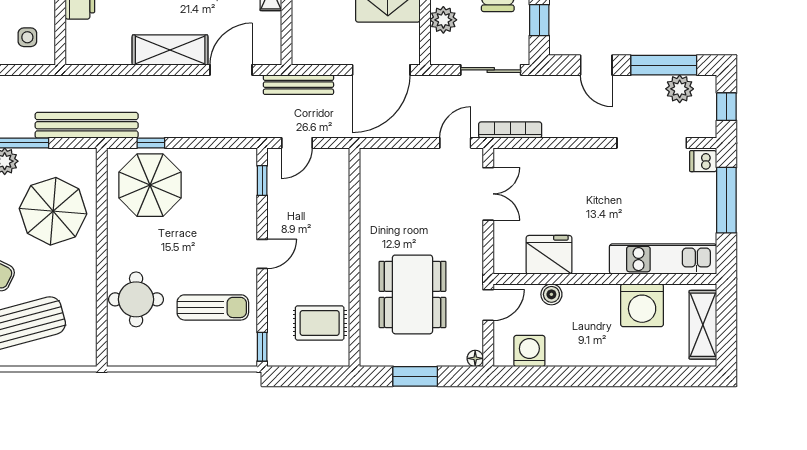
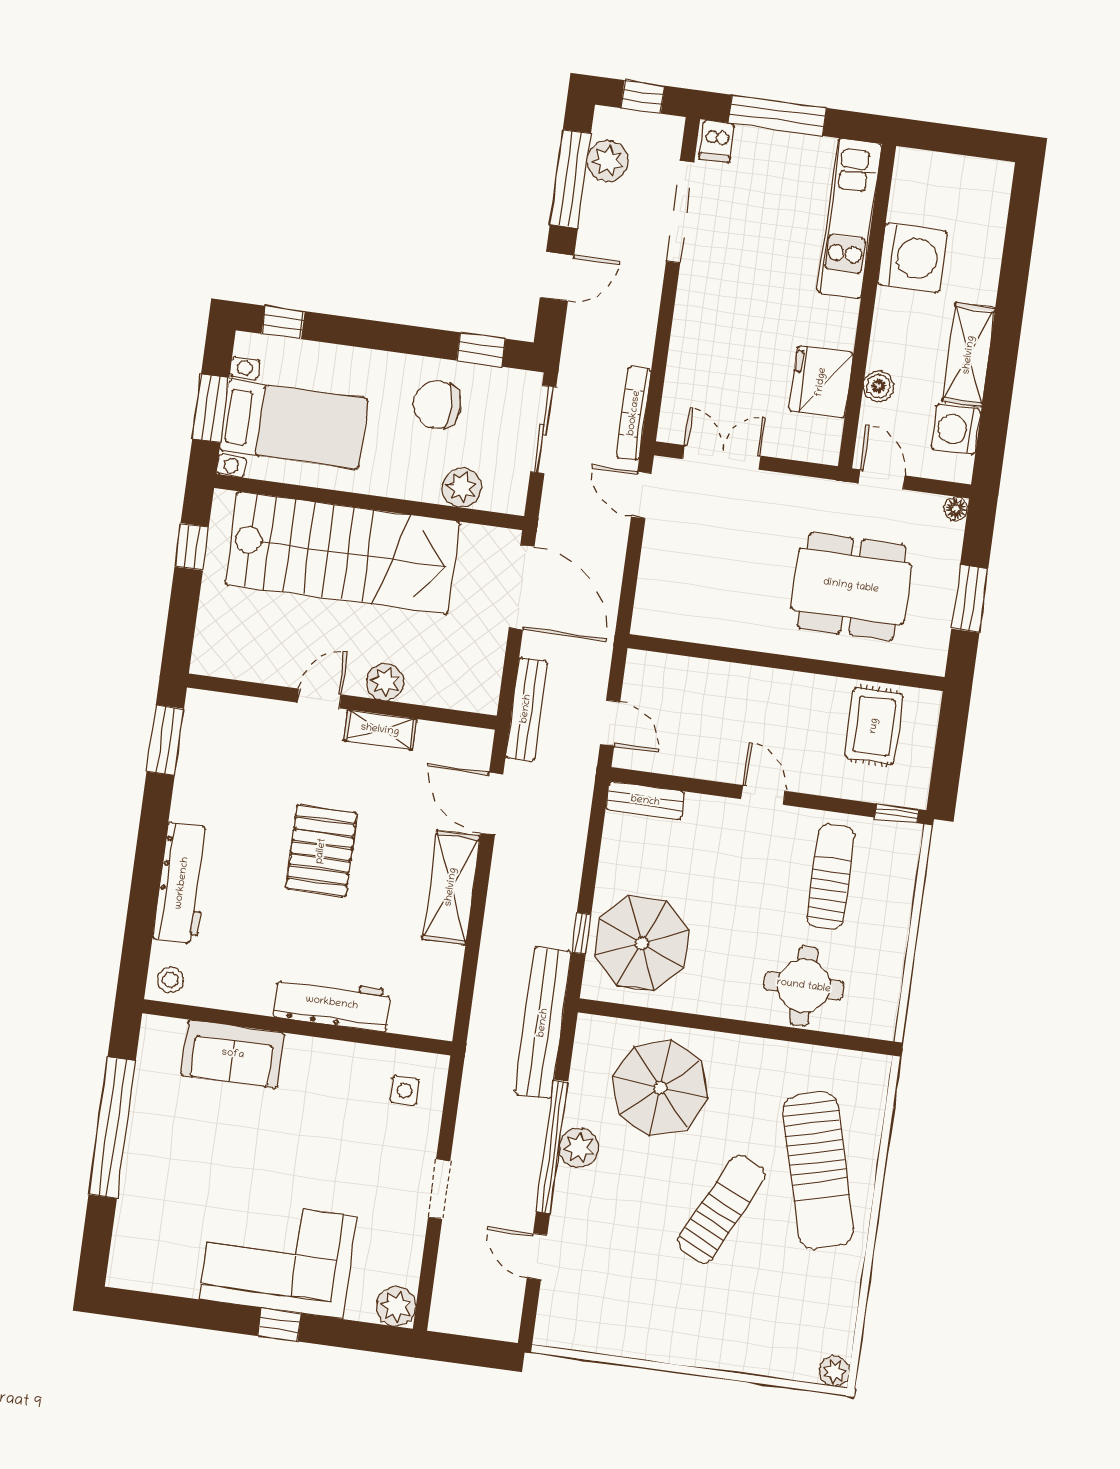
bench: (247, 174) -> (645, 801), added
window: (262, 181) -> (657, 781), removed
shelving: (703, 325) -> (969, 355), moved, turned 90

